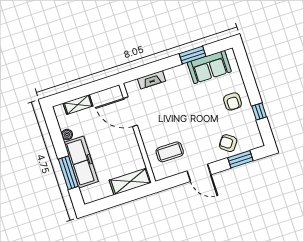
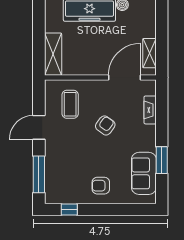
shelving: (78, 104) -> (149, 53), moved
window: (259, 112) -> (69, 210), moved
armchair: (228, 143) -> (105, 125), moved
window: (240, 159) -> (39, 174), width x1.44

